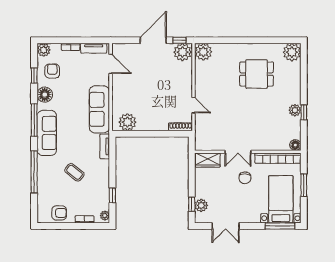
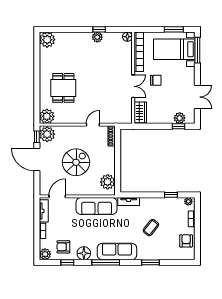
dining table: (257, 74) -> (63, 88), moved
spiral stairs: (150, 86) -> (76, 162), added
window: (34, 172) -> (151, 262), width x0.47
window: (304, 185) -> (174, 29), moved

